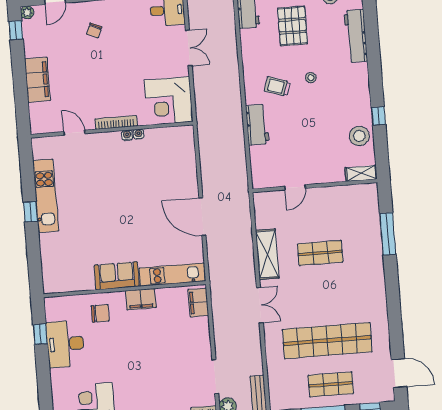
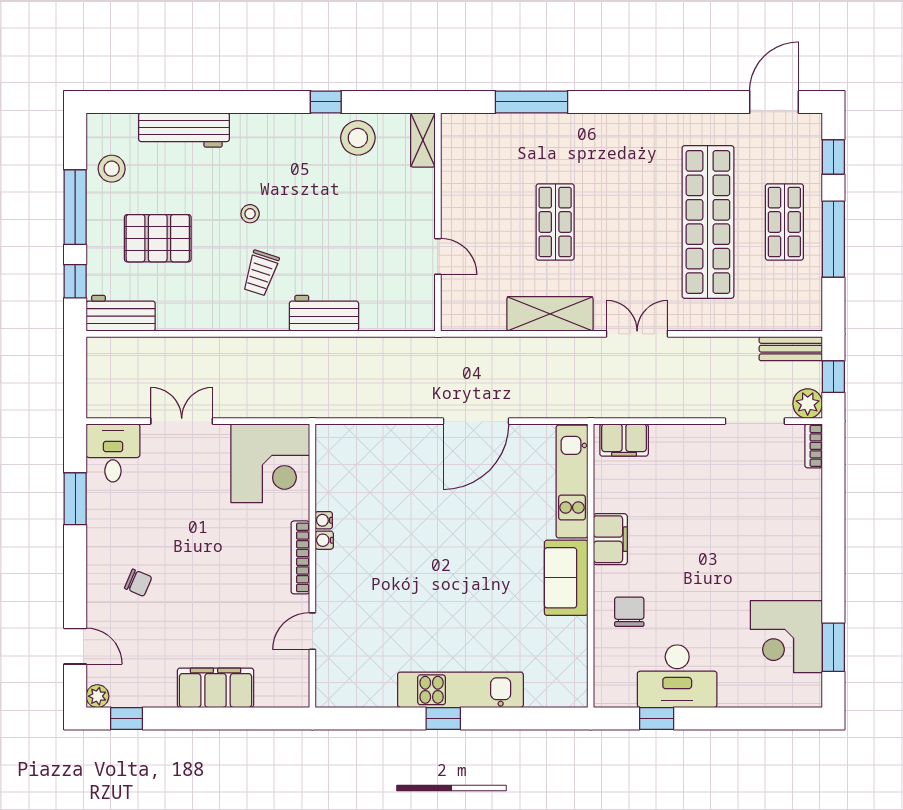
kitchen unit: (46, 196) -> (460, 690), moved

